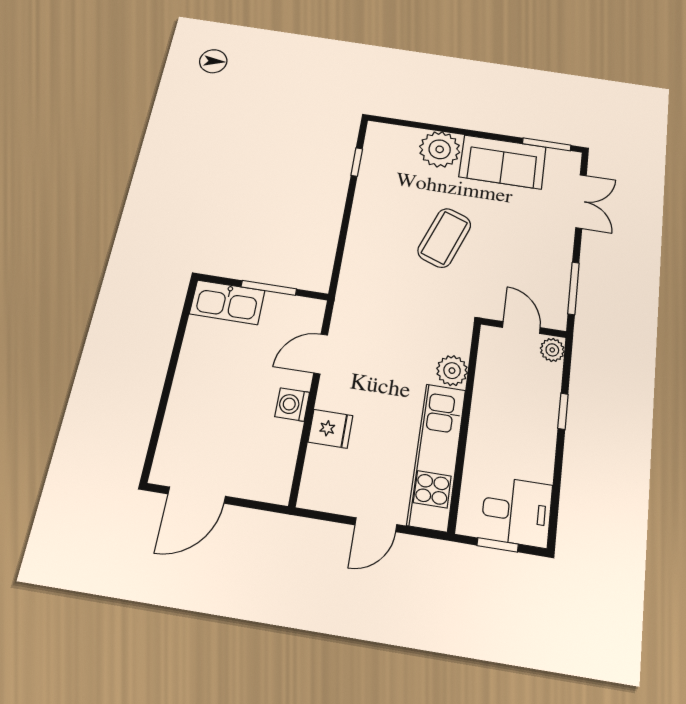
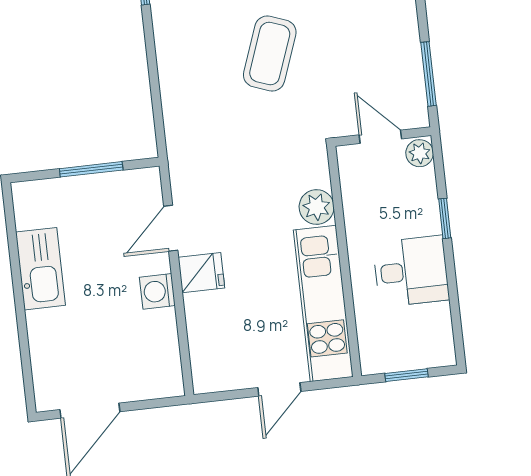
kitchen sink: (227, 302) -> (40, 269), moved, turned -90
fridge: (330, 429) -> (201, 273), moved
desk: (517, 511) -> (411, 271), moved

